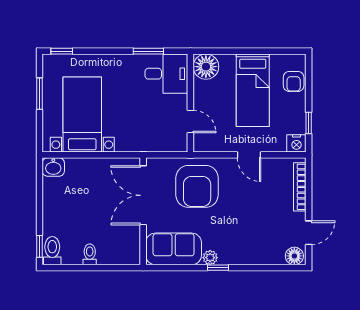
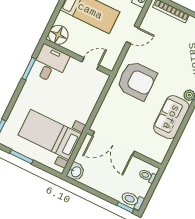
double door: (143, 195) -> (113, 143), moved
wall: (143, 211) -> (124, 149), moved

